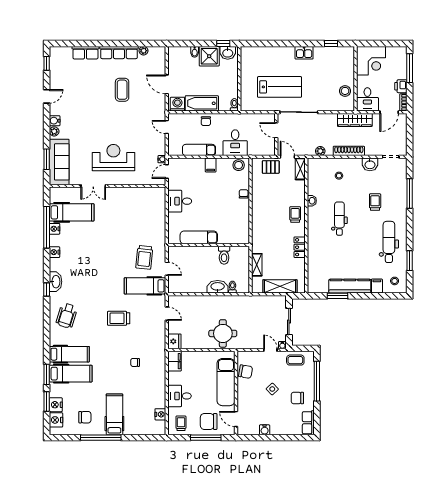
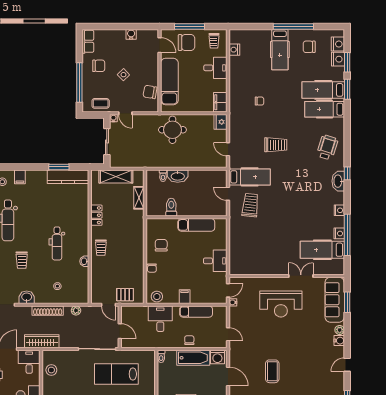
shelving: (300, 169) -> (96, 293), removed
chair: (234, 217) -> (161, 245), added
kitchen counter: (350, 286) -> (68, 177), moved

